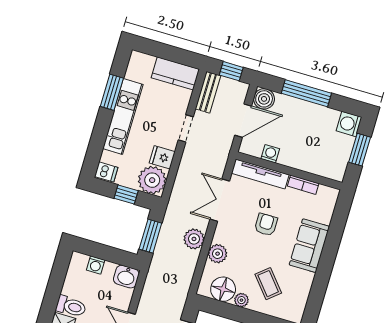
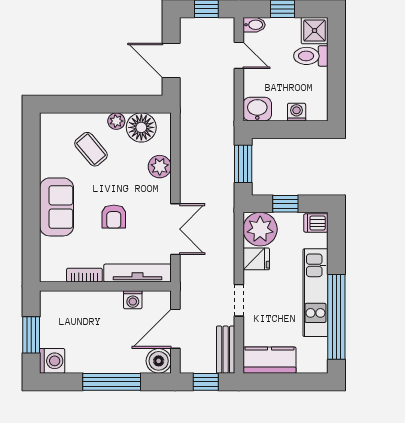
window: (112, 92) -> (336, 317), width x2.11
plant: (194, 239) -> (192, 176), removed

